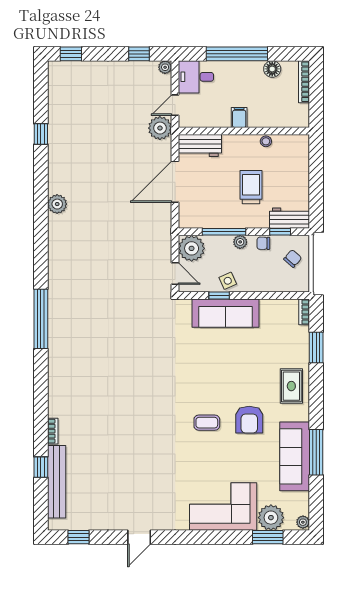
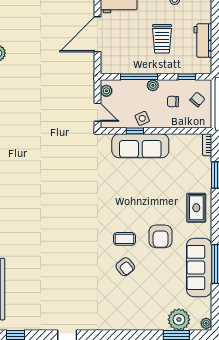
trolley: (251, 187) -> (162, 39), turned 180
workbench: (289, 218) -> (203, 41), moved, turned -90
chair: (263, 243) -> (173, 102), moved
plant: (192, 248) -> (106, 91), width x0.53, depth x0.53
armchair: (208, 456) -> (125, 267), added
corner sofa: (223, 507) -> (138, 310), removed

